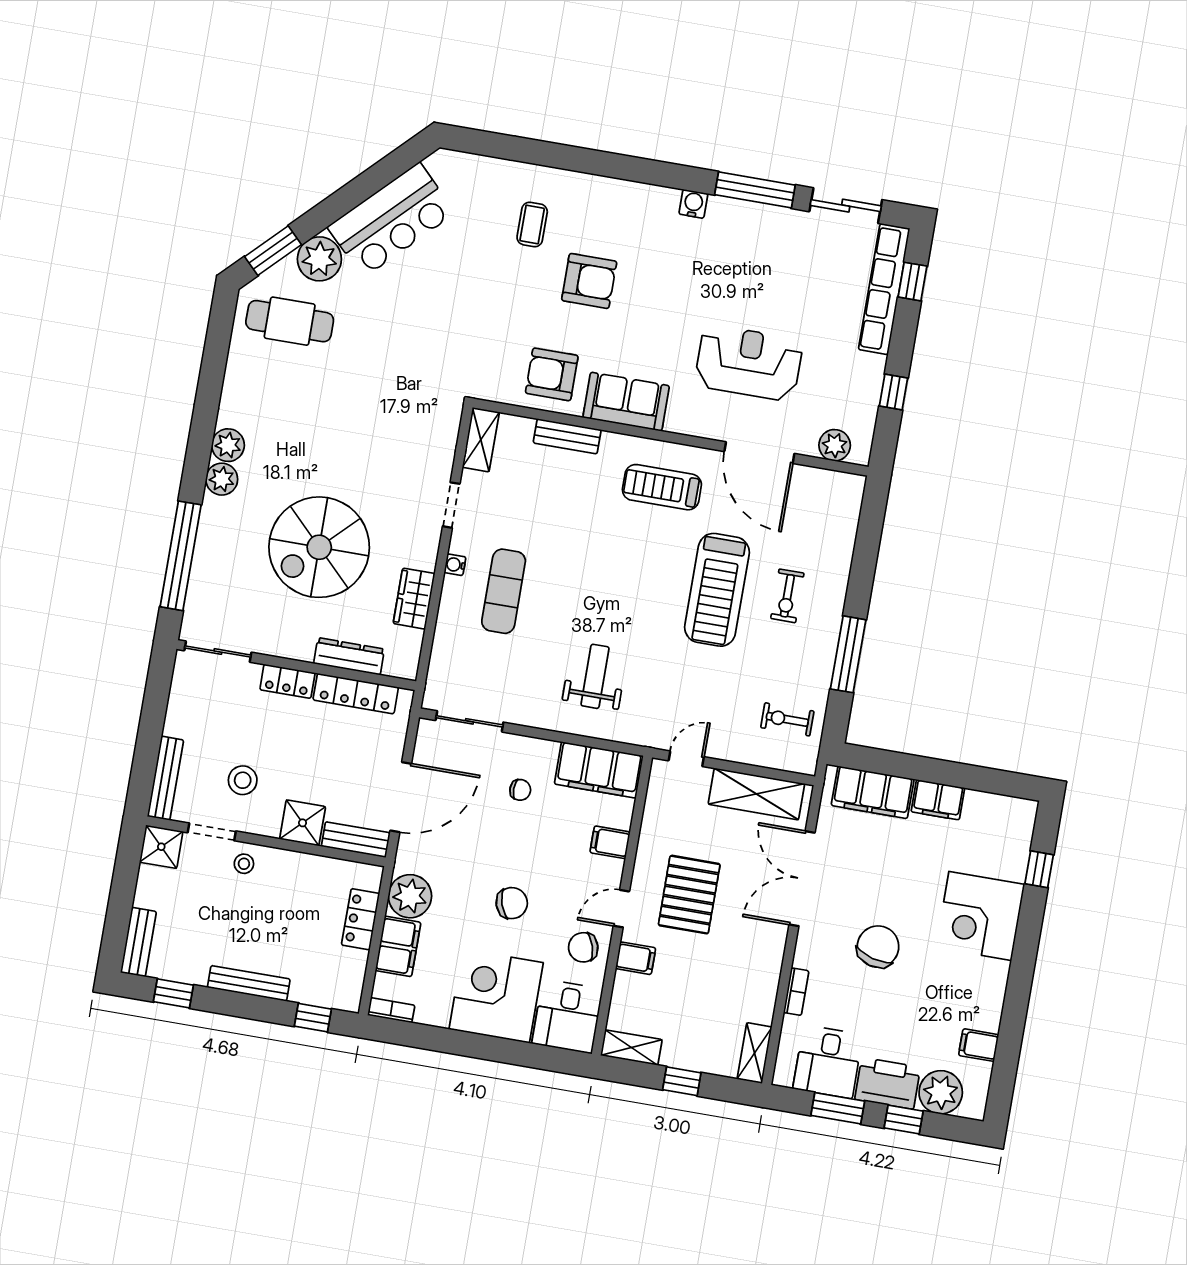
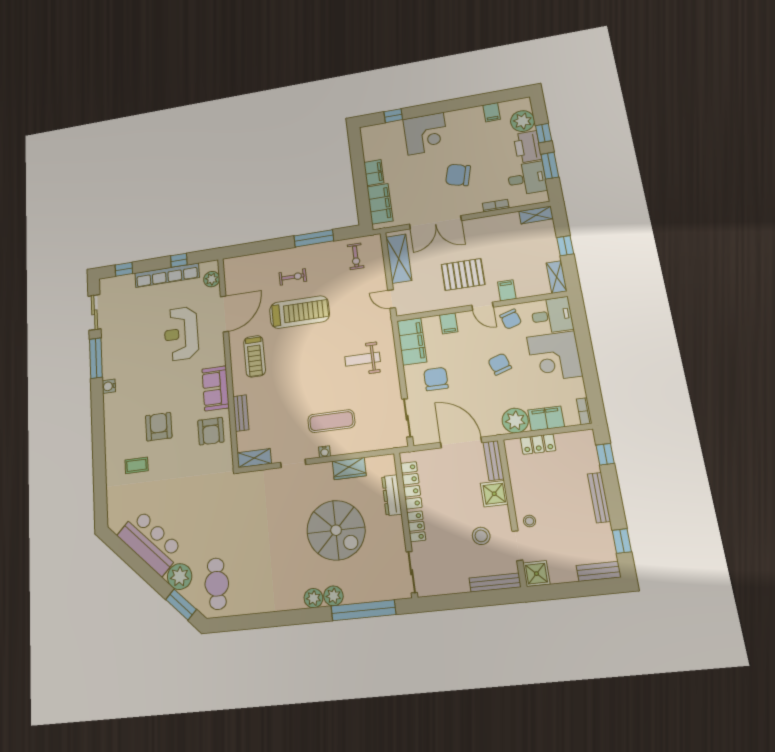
row of seats: (884, 289) -> (167, 275), moved
plant: (228, 445) -> (333, 596), moved
chair: (520, 790) -> (436, 379), width x1.87, depth x1.87

